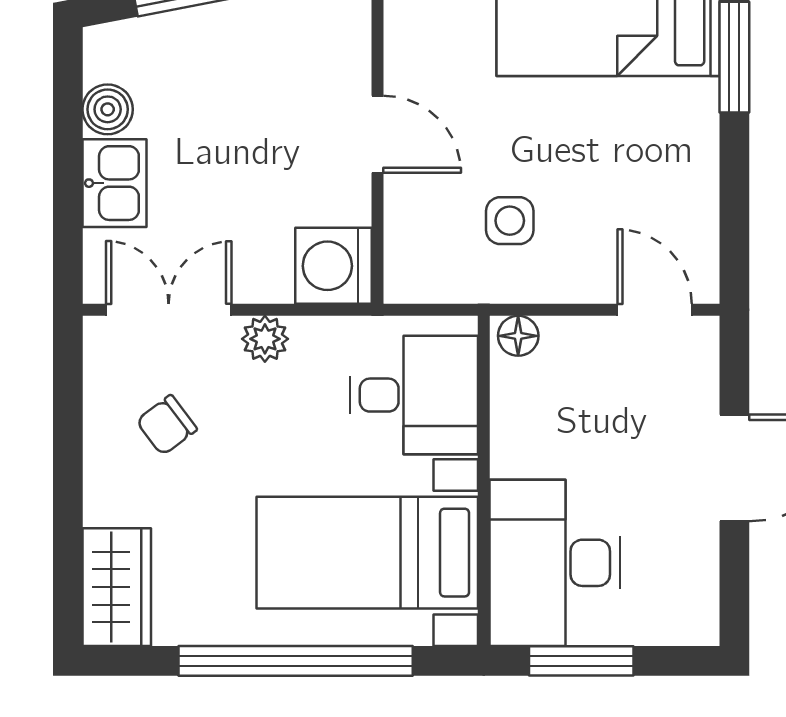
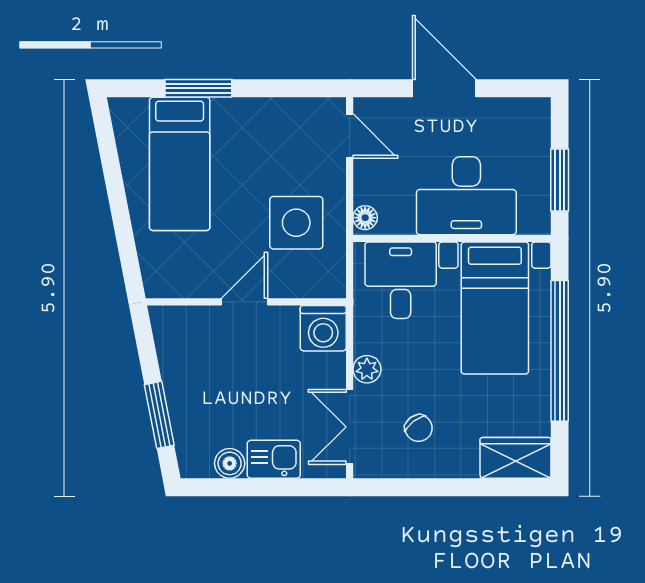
side table: (510, 221) -> (296, 223), width x1.87, depth x1.87
door: (655, 310) -> (350, 136), swing flipped
desk: (555, 563) -> (466, 196), moved

